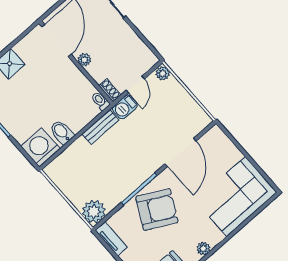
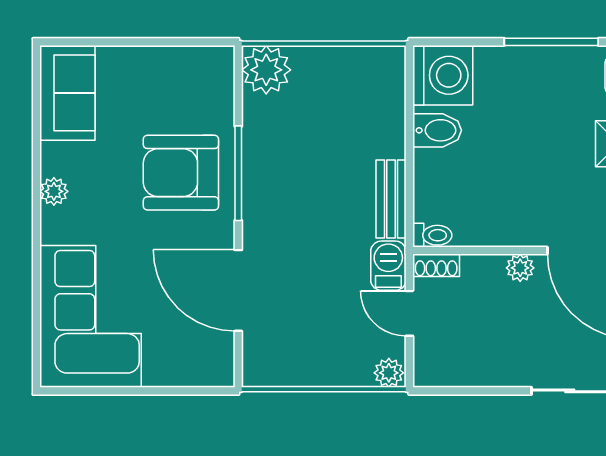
armchair: (157, 209) -> (181, 173), turned 62
tv unit: (111, 239) -> (198, 59), removed

